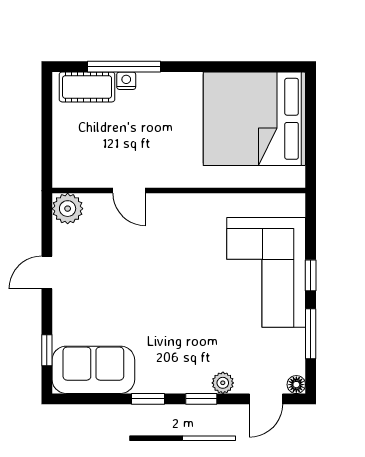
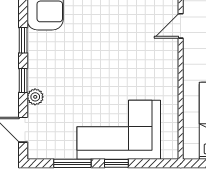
floor lamp: (296, 385) -> (34, 152), removed

